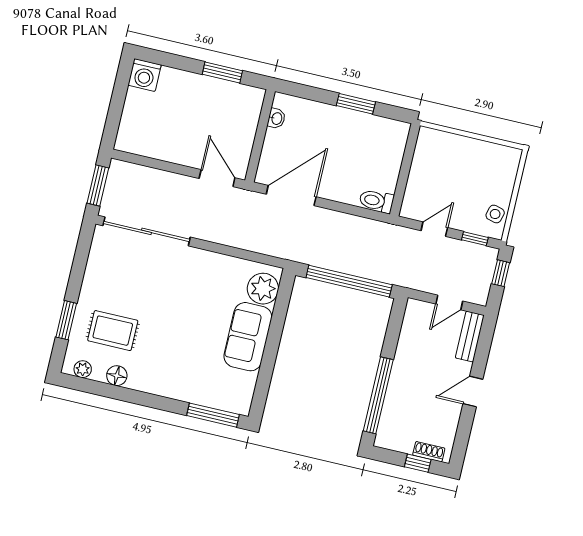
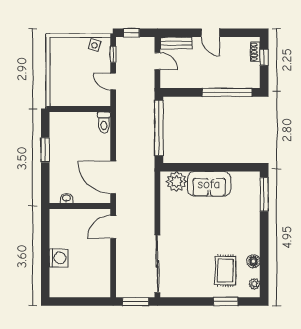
window: (222, 72) -> (45, 239), removed
washing machine: (145, 75) -> (58, 258), moved

